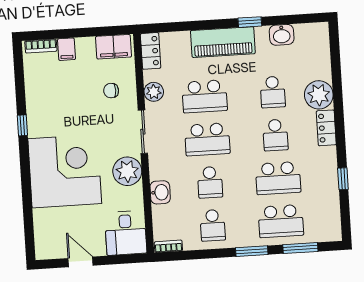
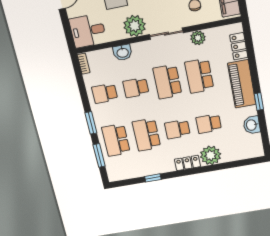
locker: (151, 51) -> (239, 46), moved, turned 90

